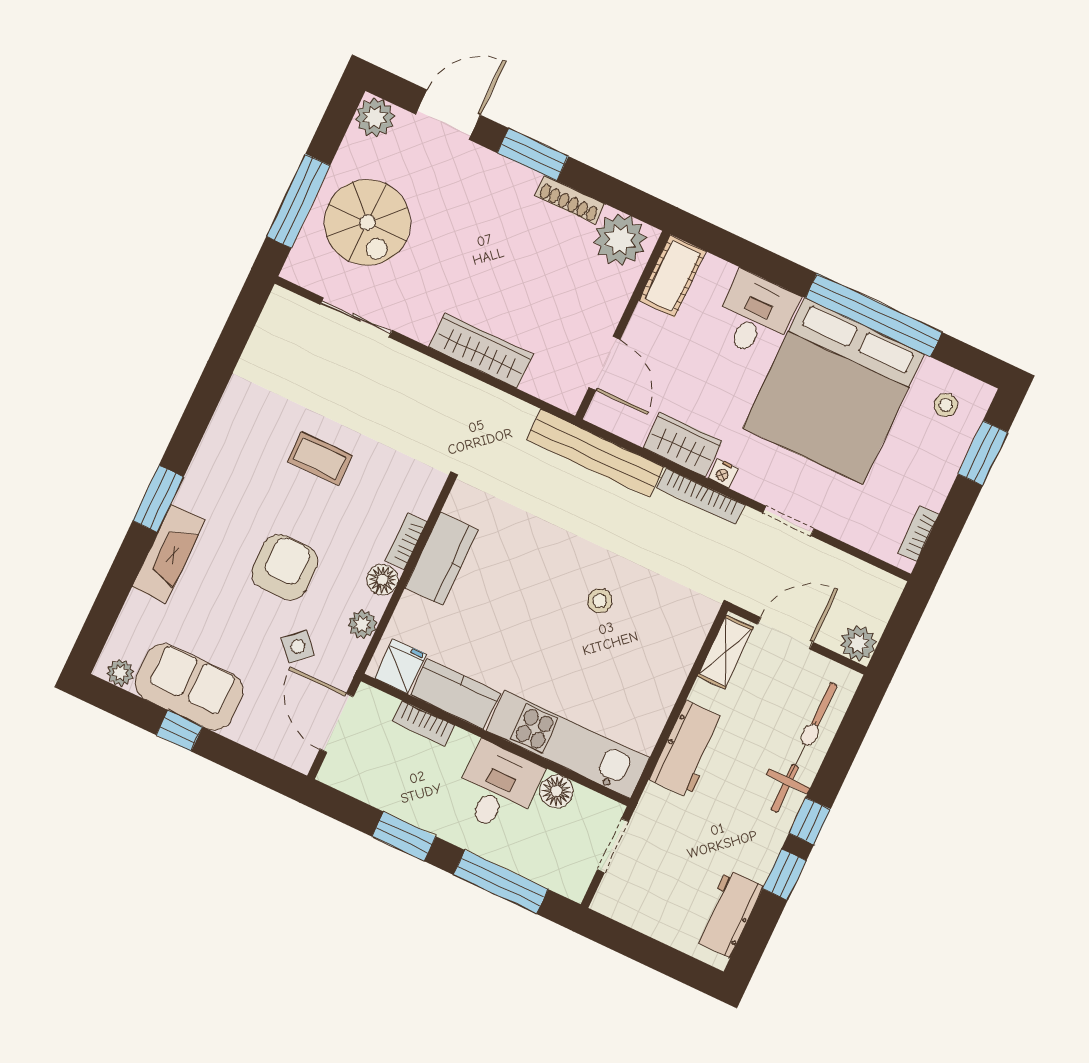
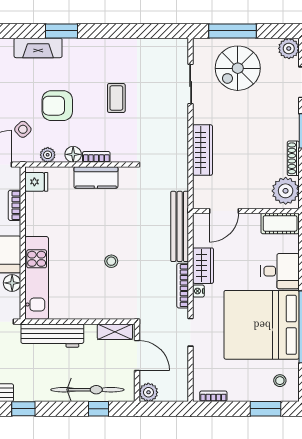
armchair: (285, 567) -> (57, 106), turned 180
kitchen counter: (455, 694) -> (35, 214), removed
workbench: (688, 749) -> (52, 336), width x1.38
window: (810, 821) -> (98, 409), moved

